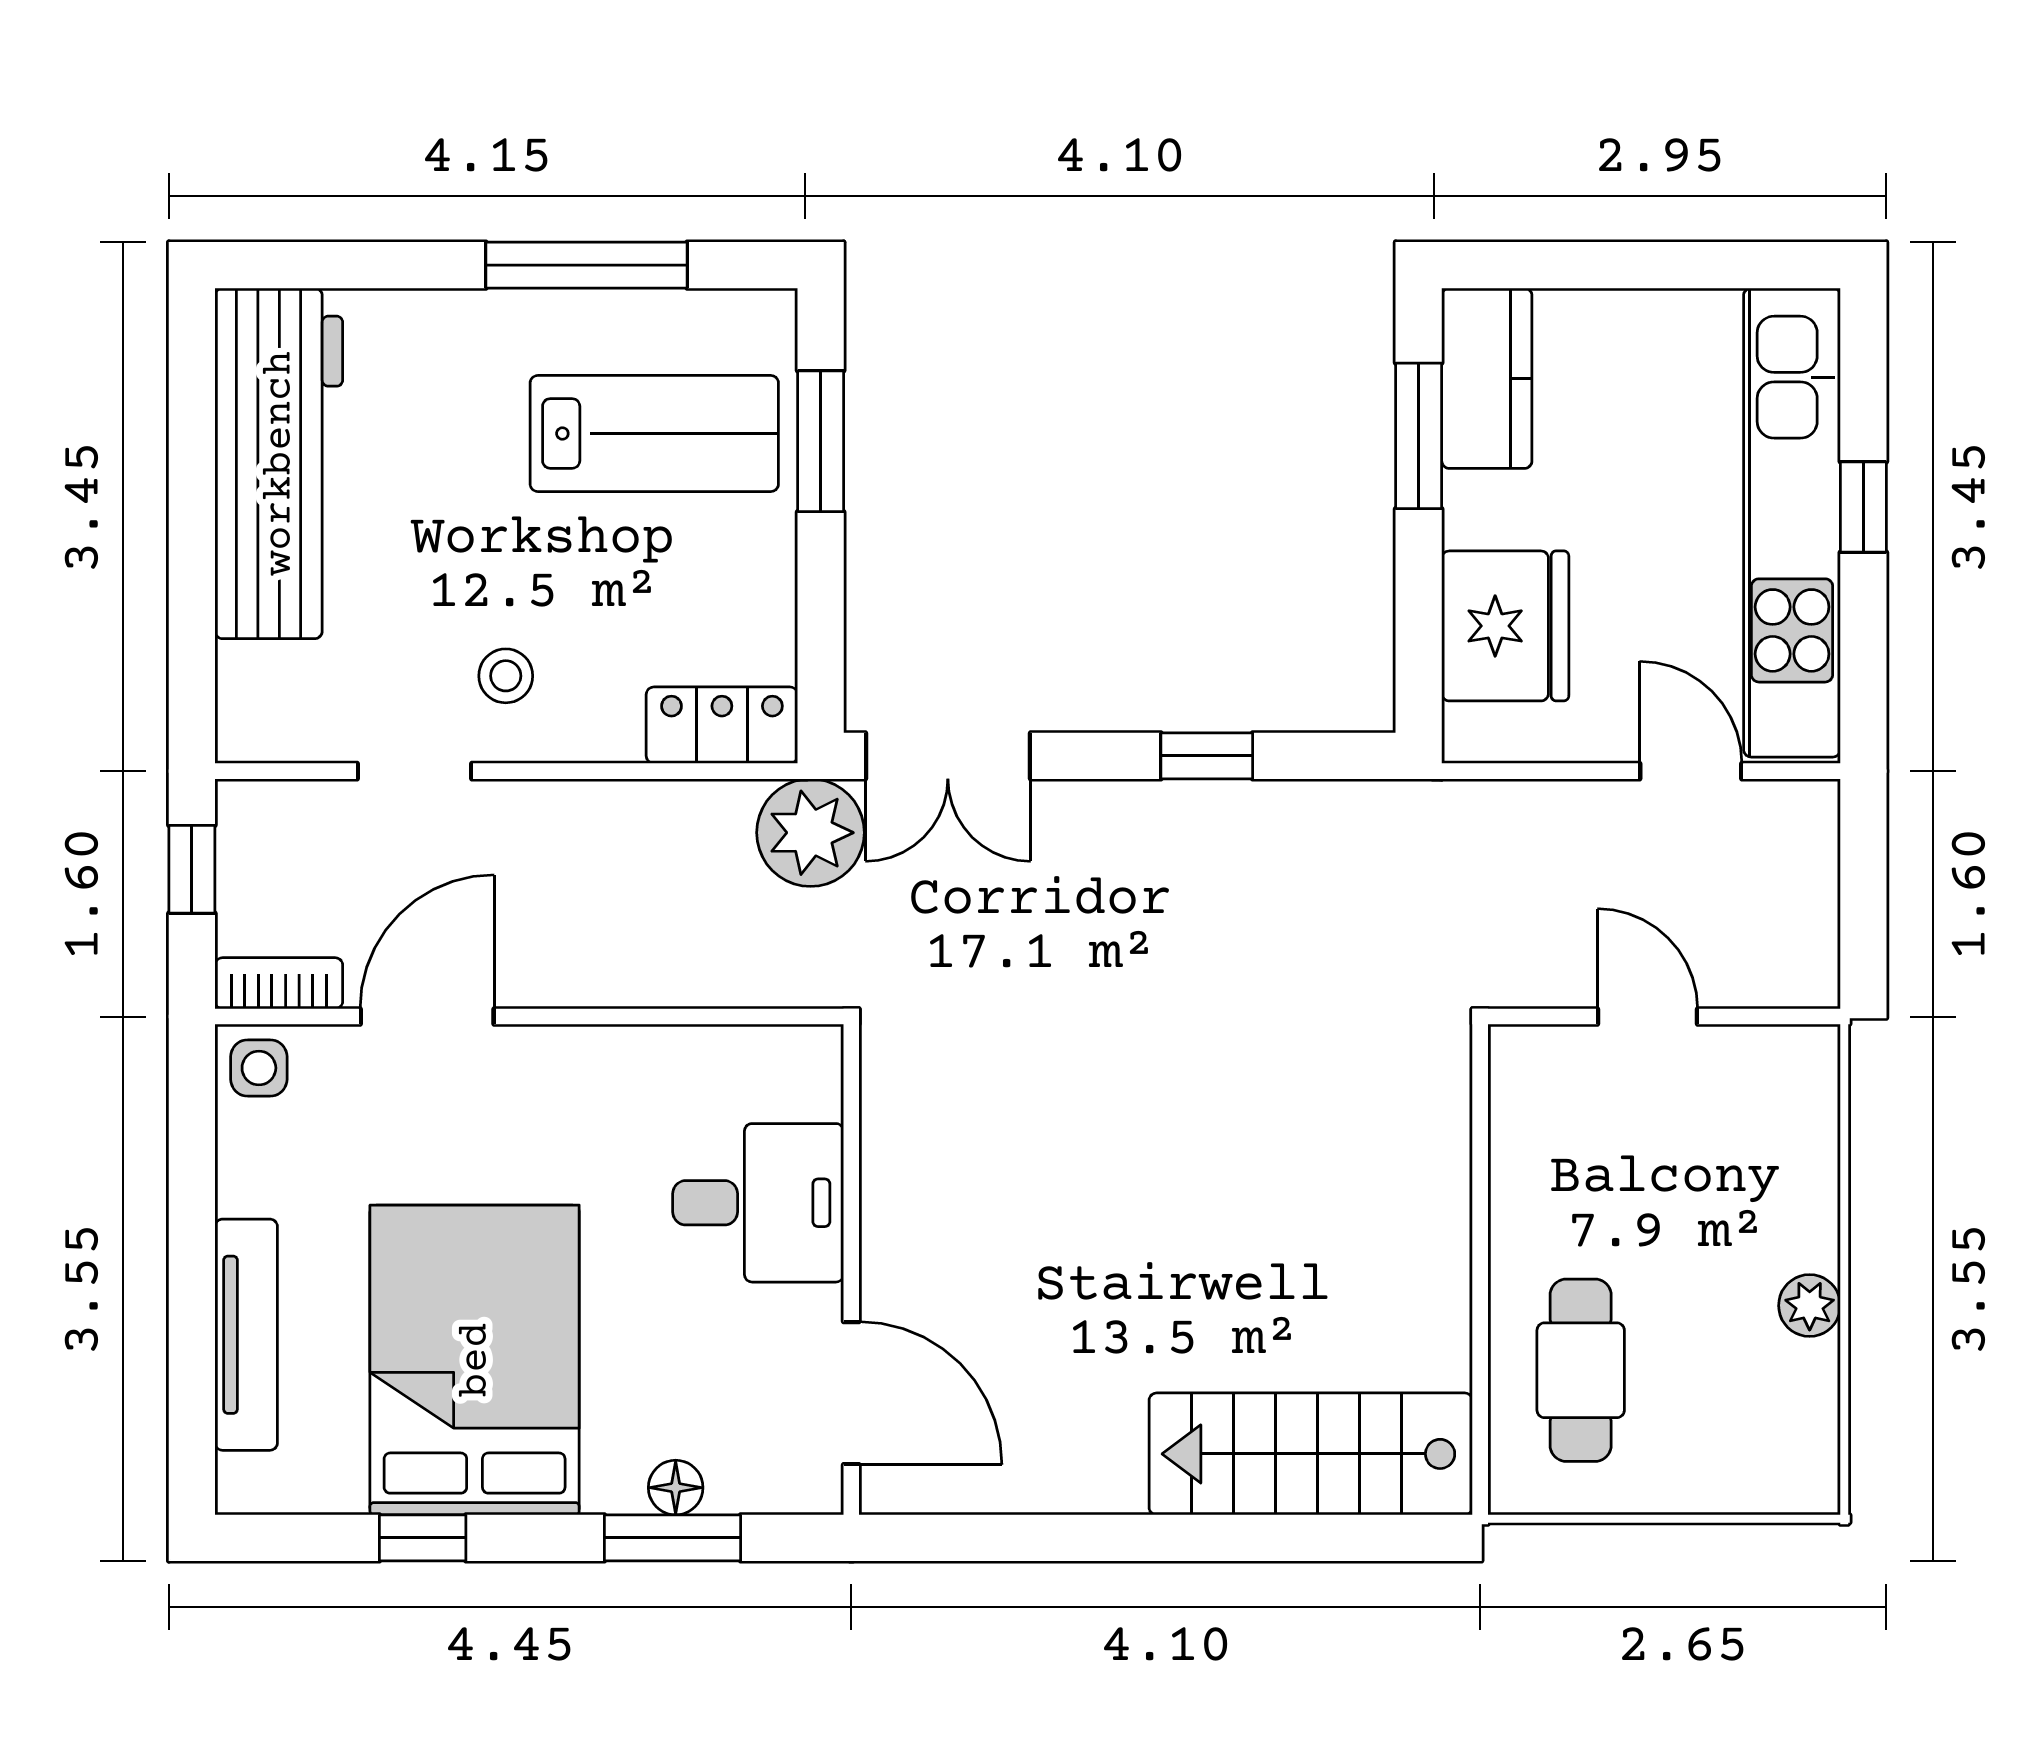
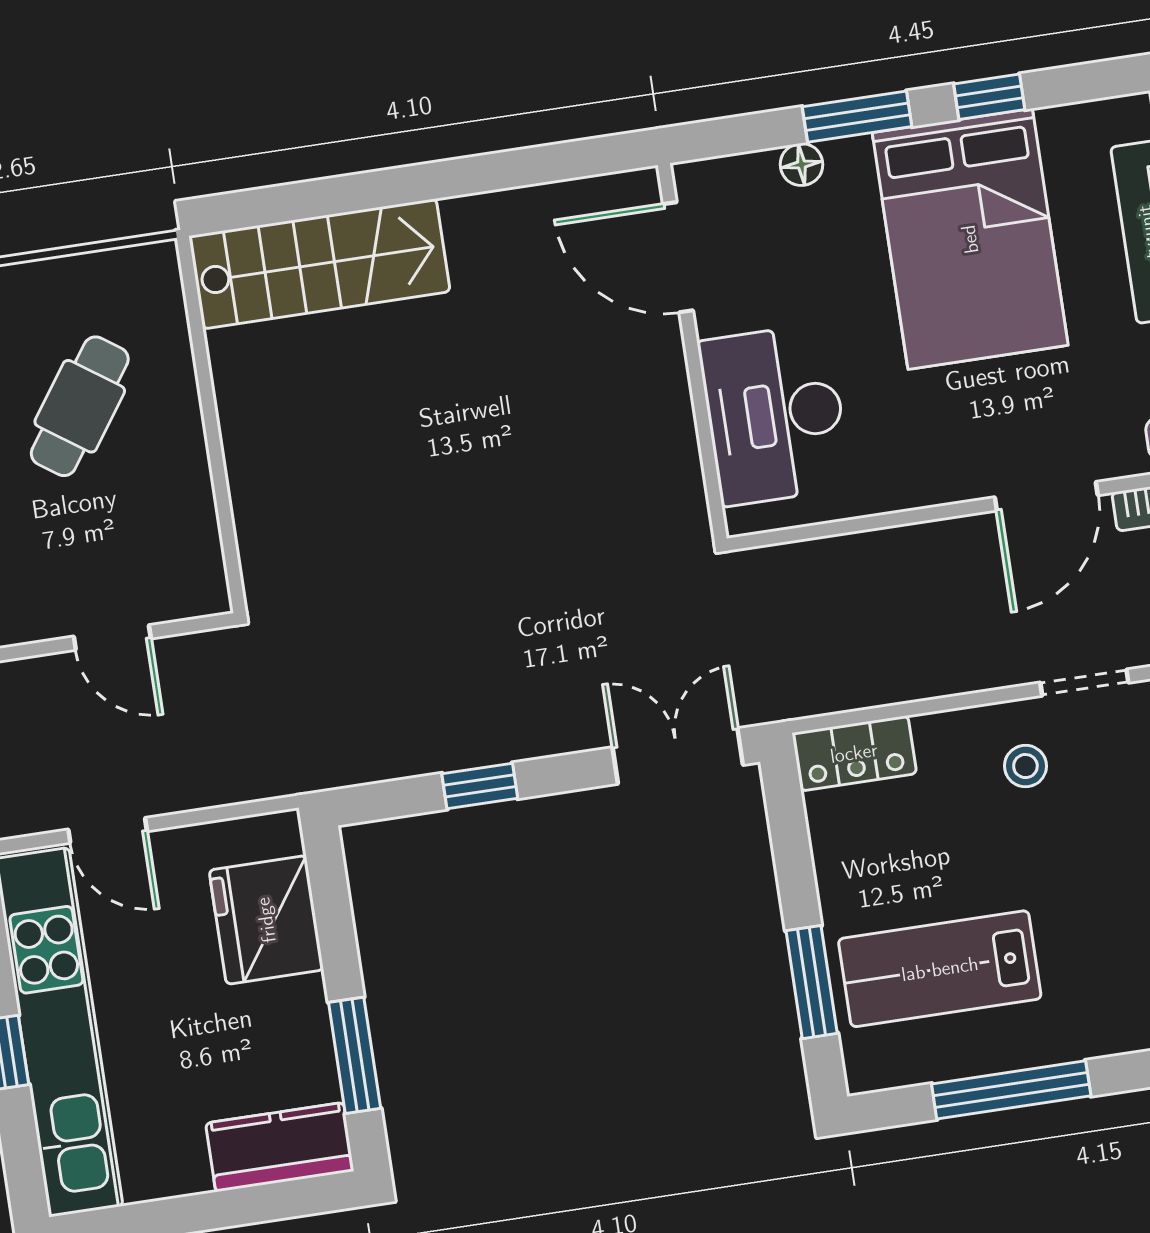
kitchen counter: (1487, 378) -> (280, 1147), moved, turned 90
plant: (810, 833) -> (774, 681), removed
desk: (758, 1203) -> (775, 415), width x1.37
cafe table: (1581, 1370) -> (80, 406), moved, turned 35
window: (672, 1538) -> (857, 117), moved

